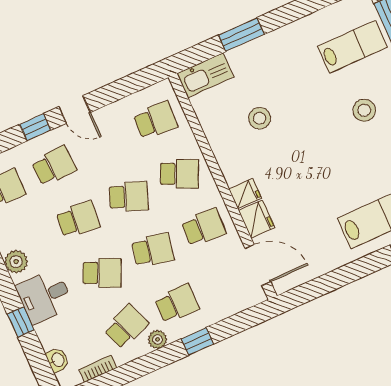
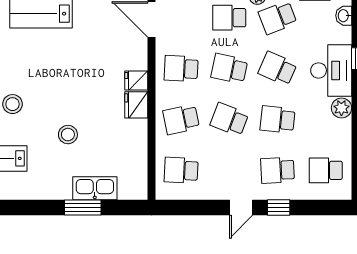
kitchen sink: (205, 75) -> (95, 188), moved
door: (75, 110) -> (241, 207), swing flipped
stool: (260, 118) -> (68, 135), moved
school desk: (179, 174) -> (181, 119), turned -36
fridge: (257, 219) -> (136, 105), moved
desk: (45, 296) -> (331, 70), width x1.37

